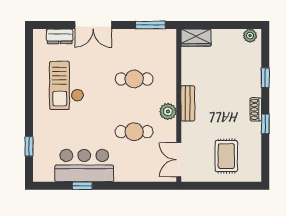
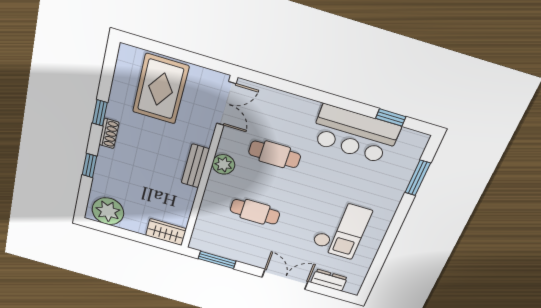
plant: (250, 36) -> (108, 211), width x1.87, depth x1.87
window: (29, 146) -> (418, 178), width x1.50
rug: (226, 156) -> (161, 89), width x1.36, depth x1.43
window: (82, 186) -> (391, 117), moved

